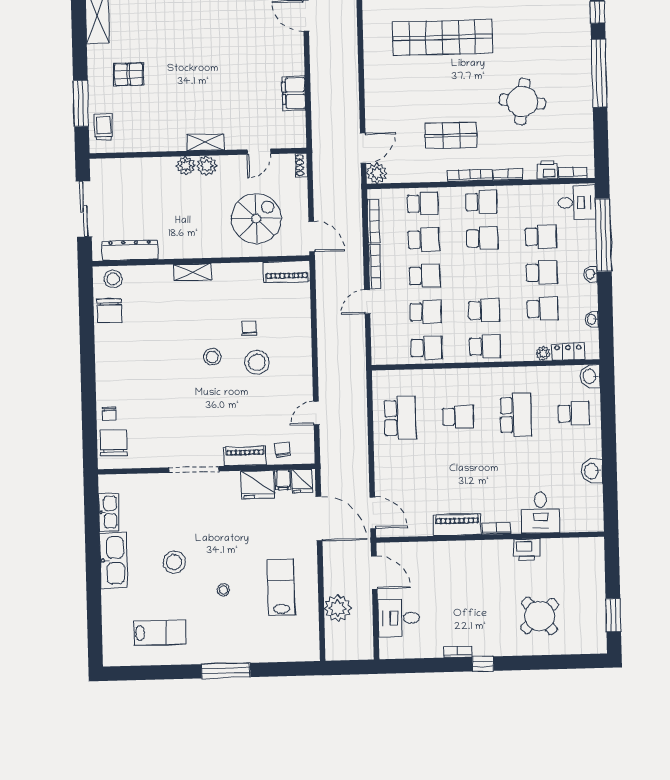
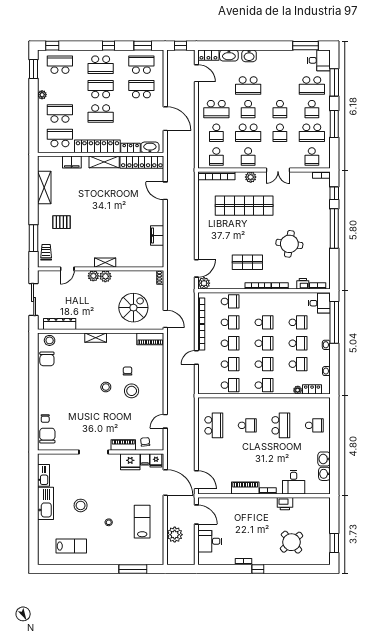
door: (259, 152) -> (67, 269), moved
school desk: (481, 202) -> (264, 343), moved
washbasin: (590, 376) -> (324, 474), moved
window: (226, 671) -> (133, 569), moved

